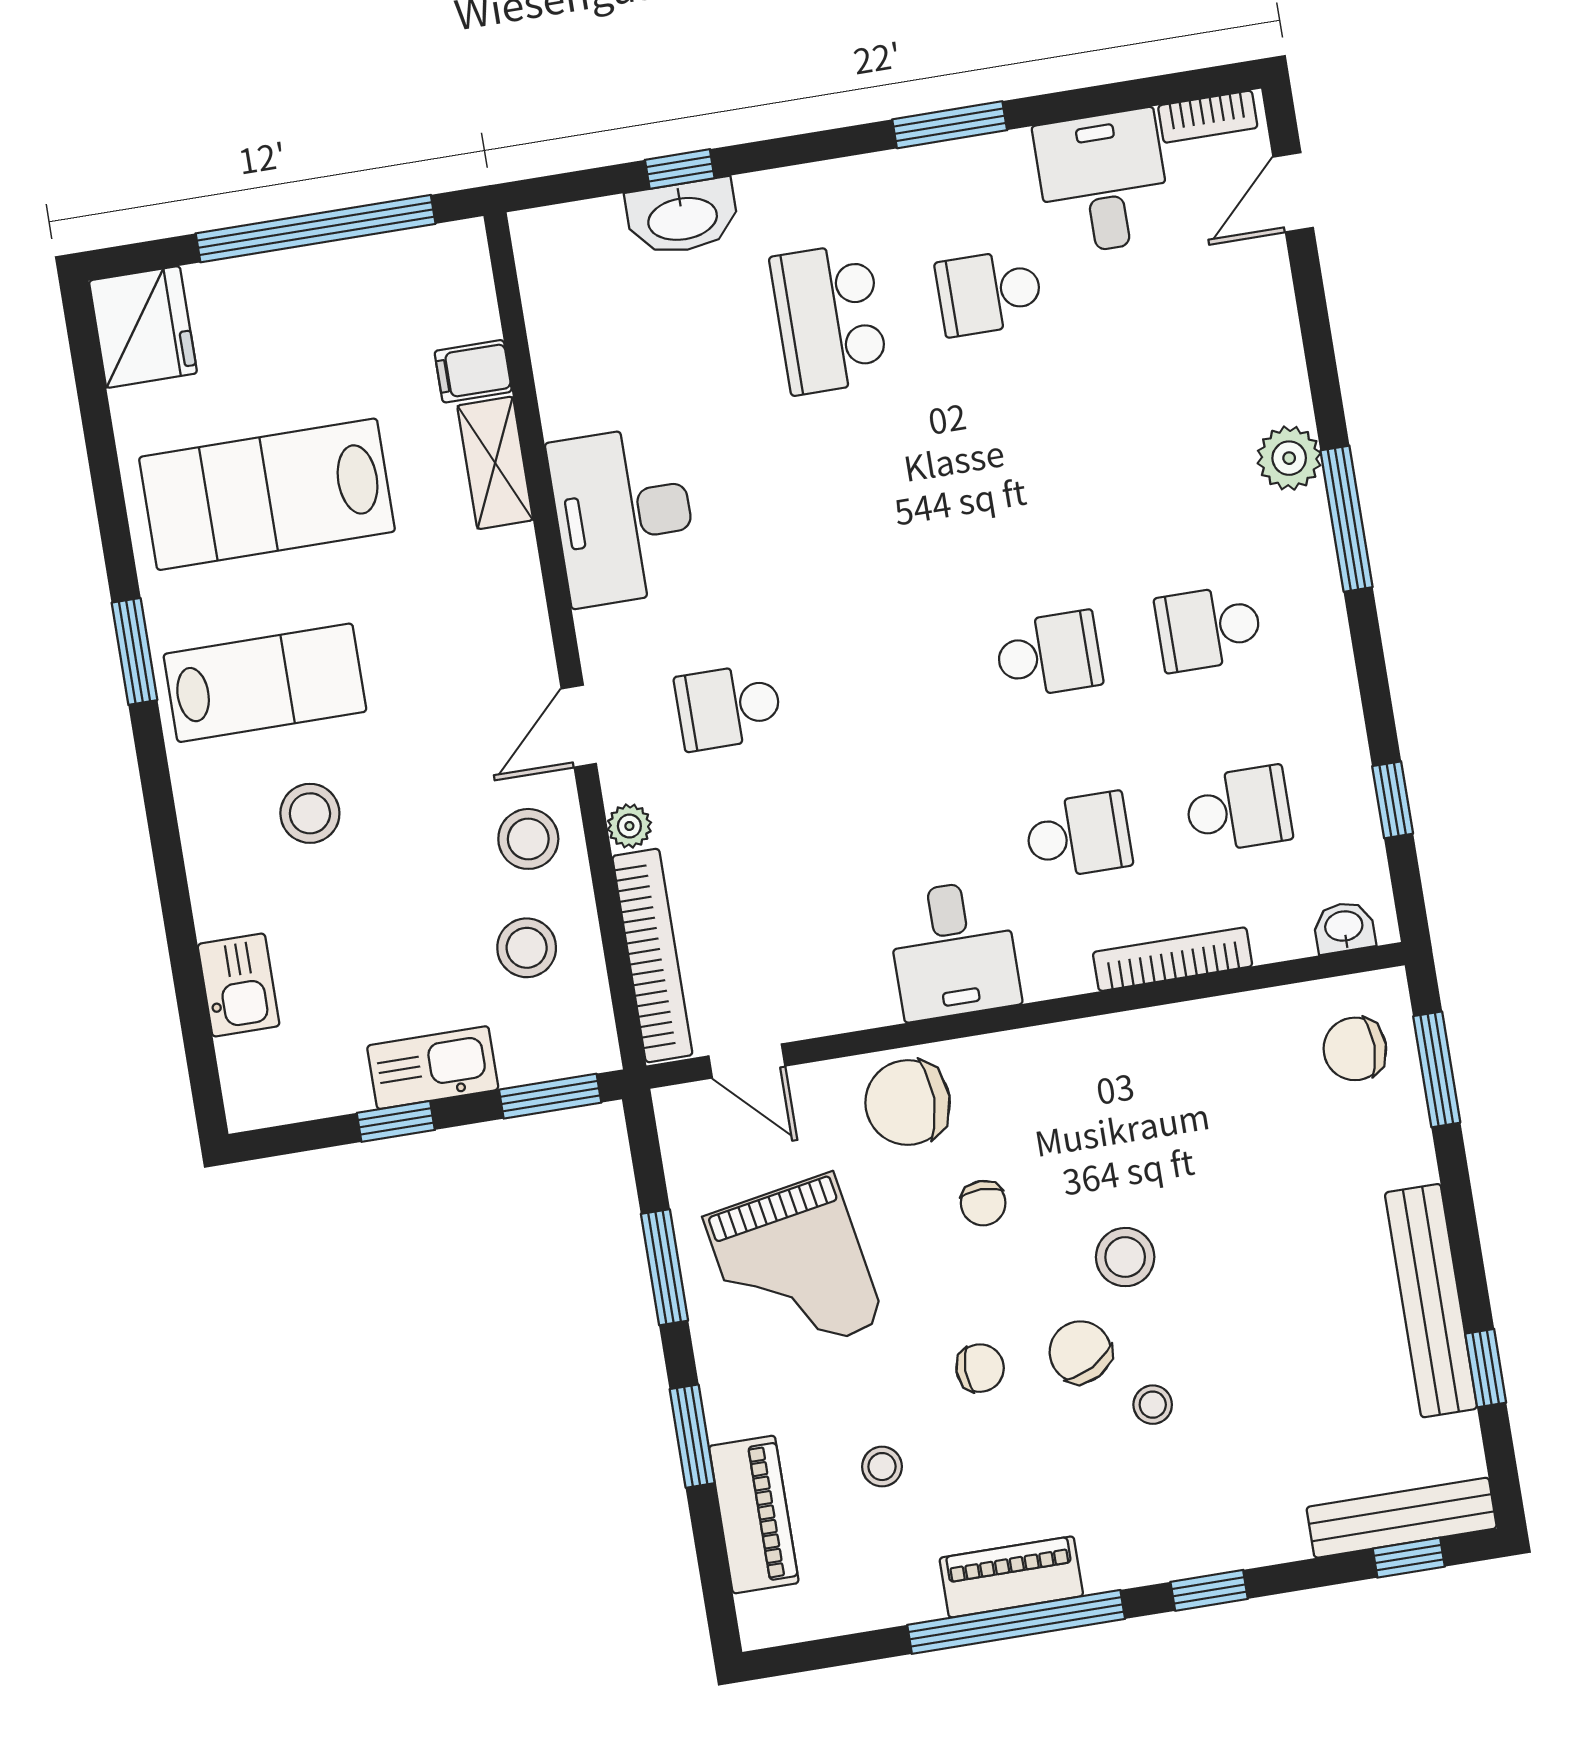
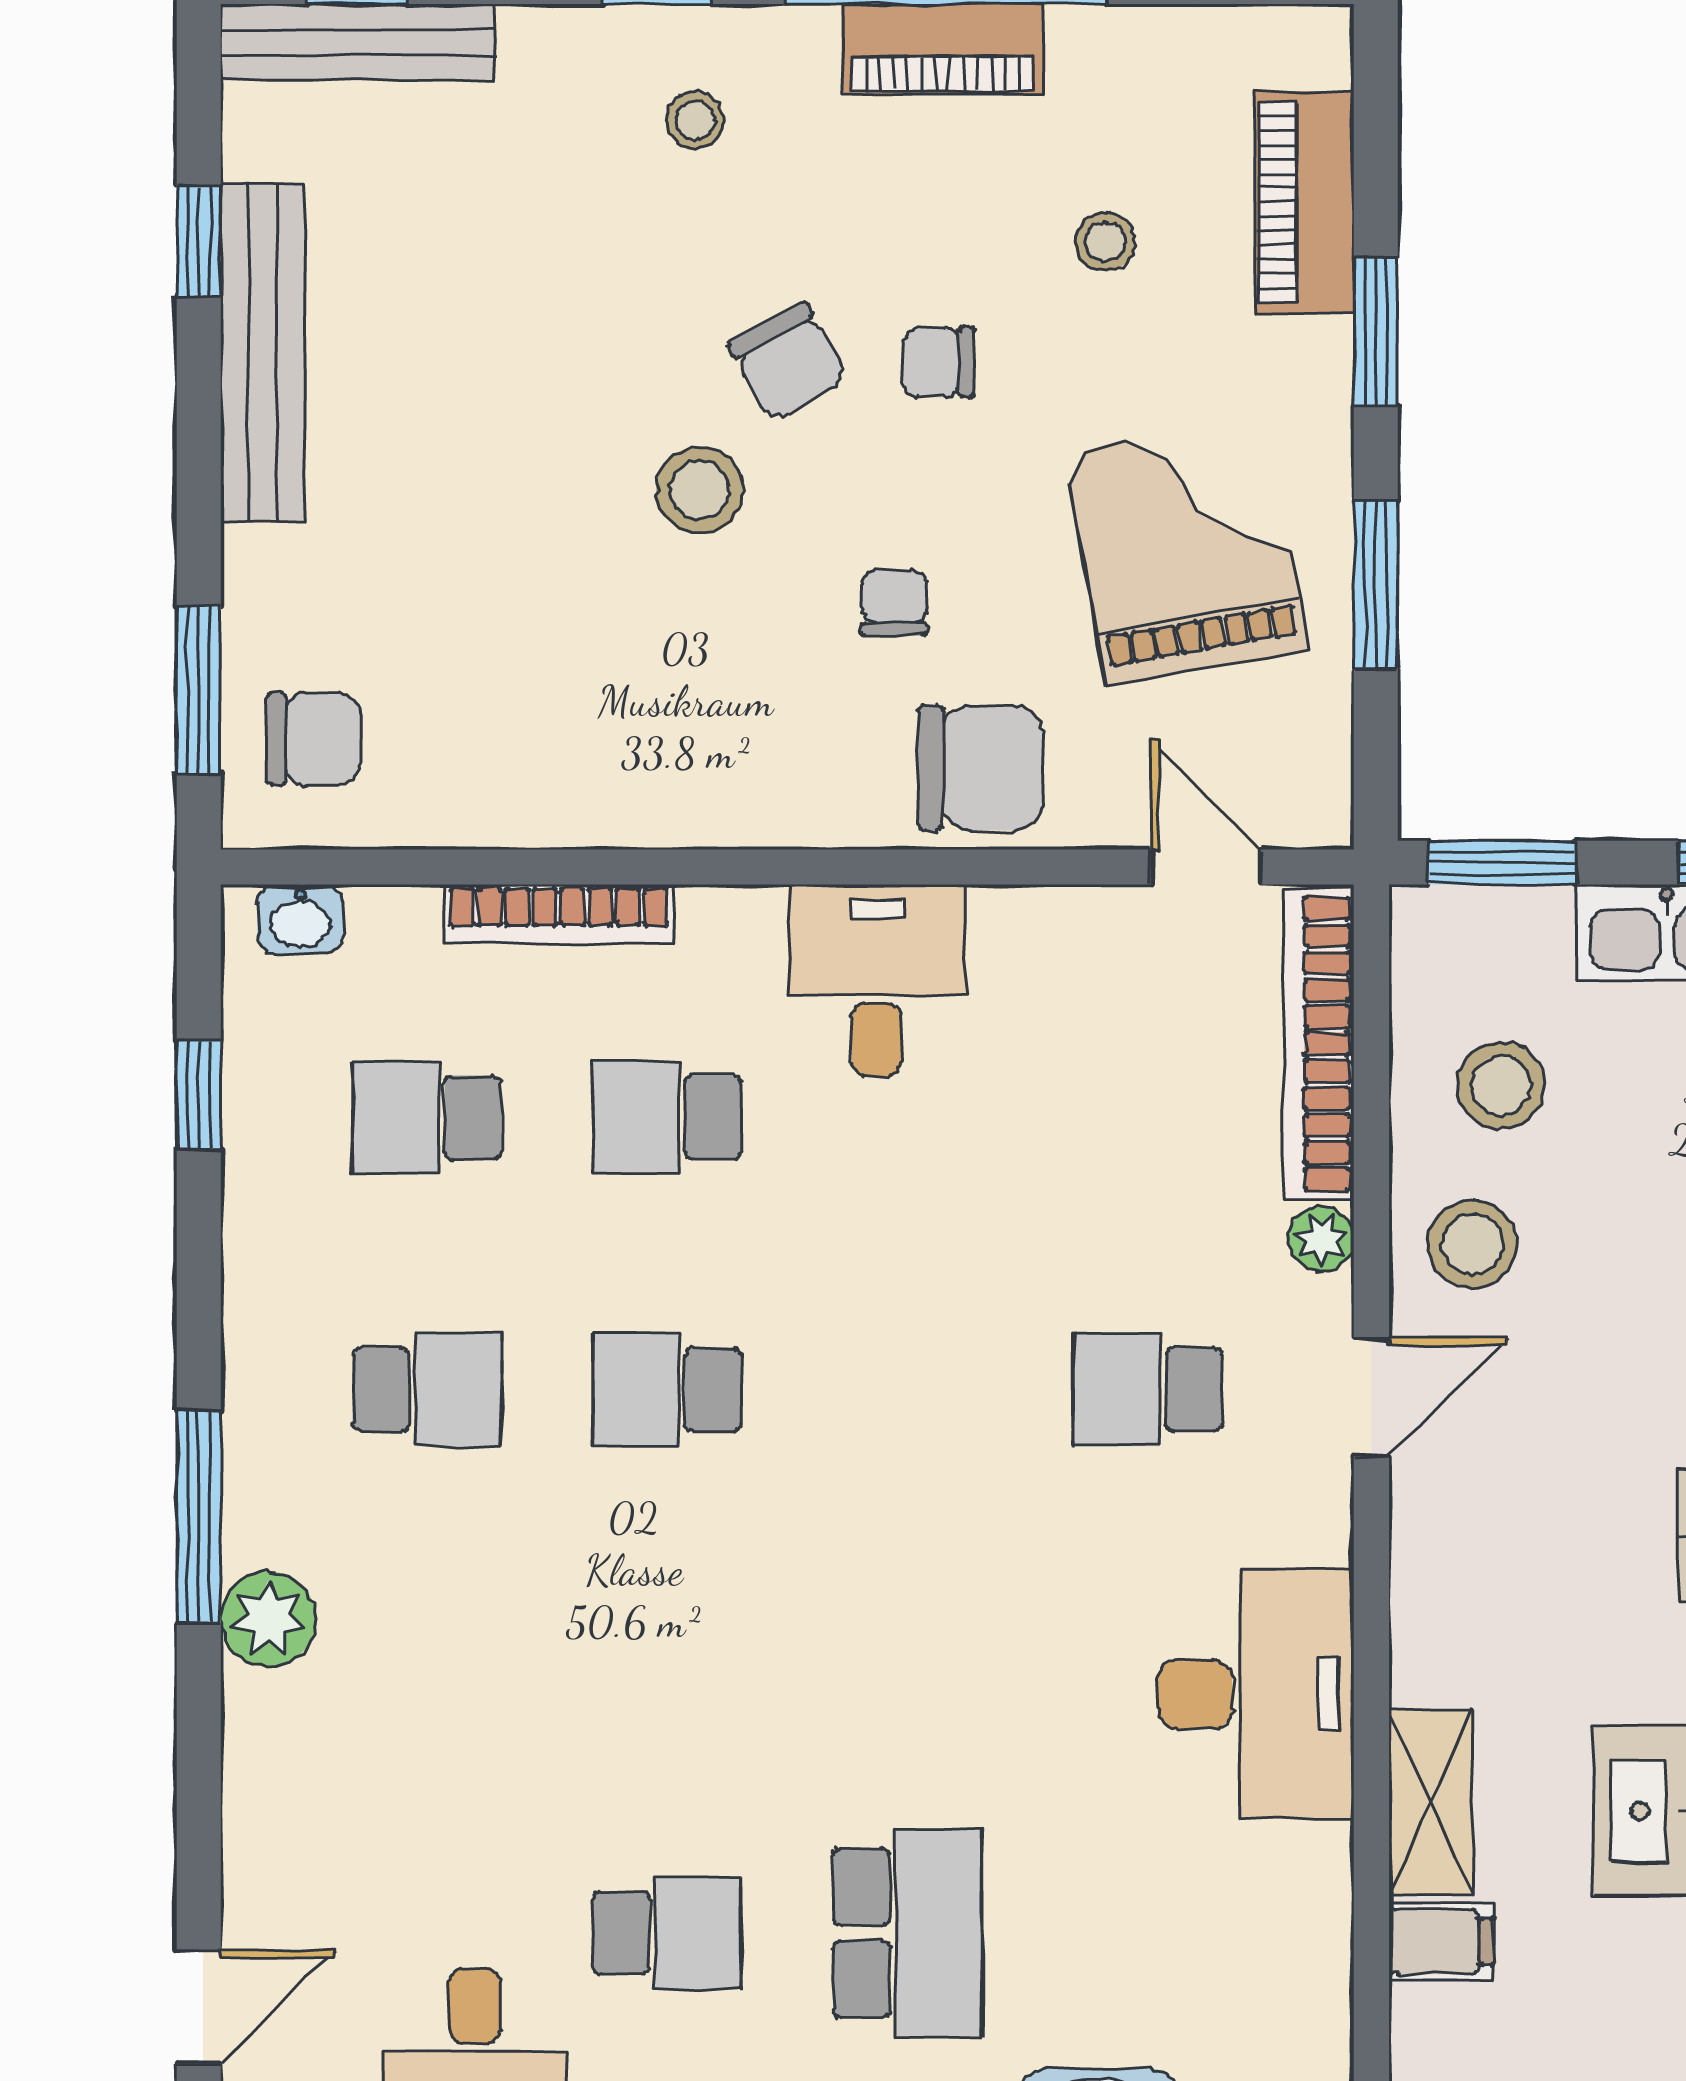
school desk: (729, 707) -> (1148, 1389), turned 180
stool: (1153, 1405) -> (695, 120), moved

